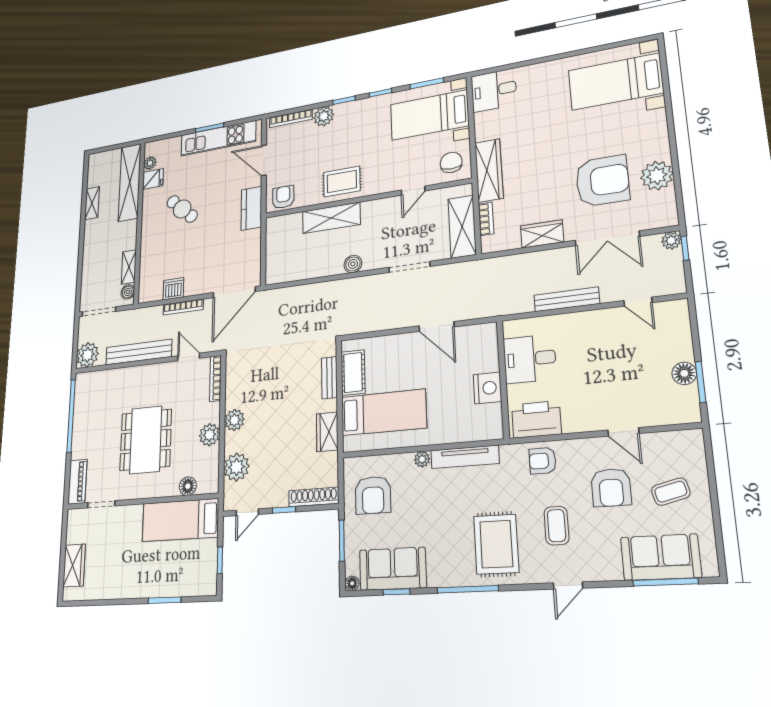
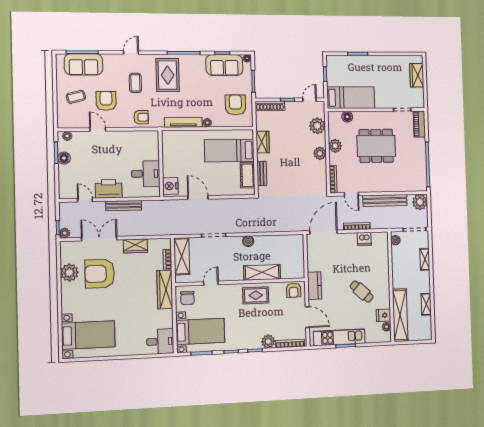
shelving: (129, 267) -> (425, 259), moved
nightstand: (487, 388) -> (170, 186), moved
plant: (682, 415) -> (67, 136), added
printer: (536, 419) -> (109, 189), moved, turned 180
dining table: (146, 440) -> (376, 146), turned 90

